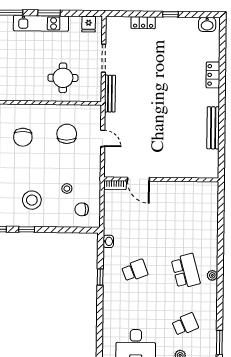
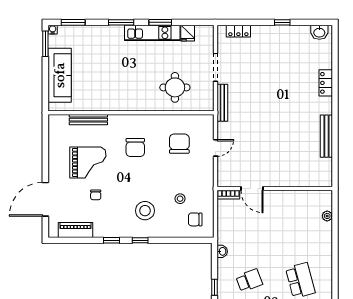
locker: (143, 23) -> (238, 31), moved
fridge: (89, 24) -> (188, 33), moved
door: (103, 138) -> (216, 148), hinge flipped
plant: (212, 275) -> (327, 216), moved

